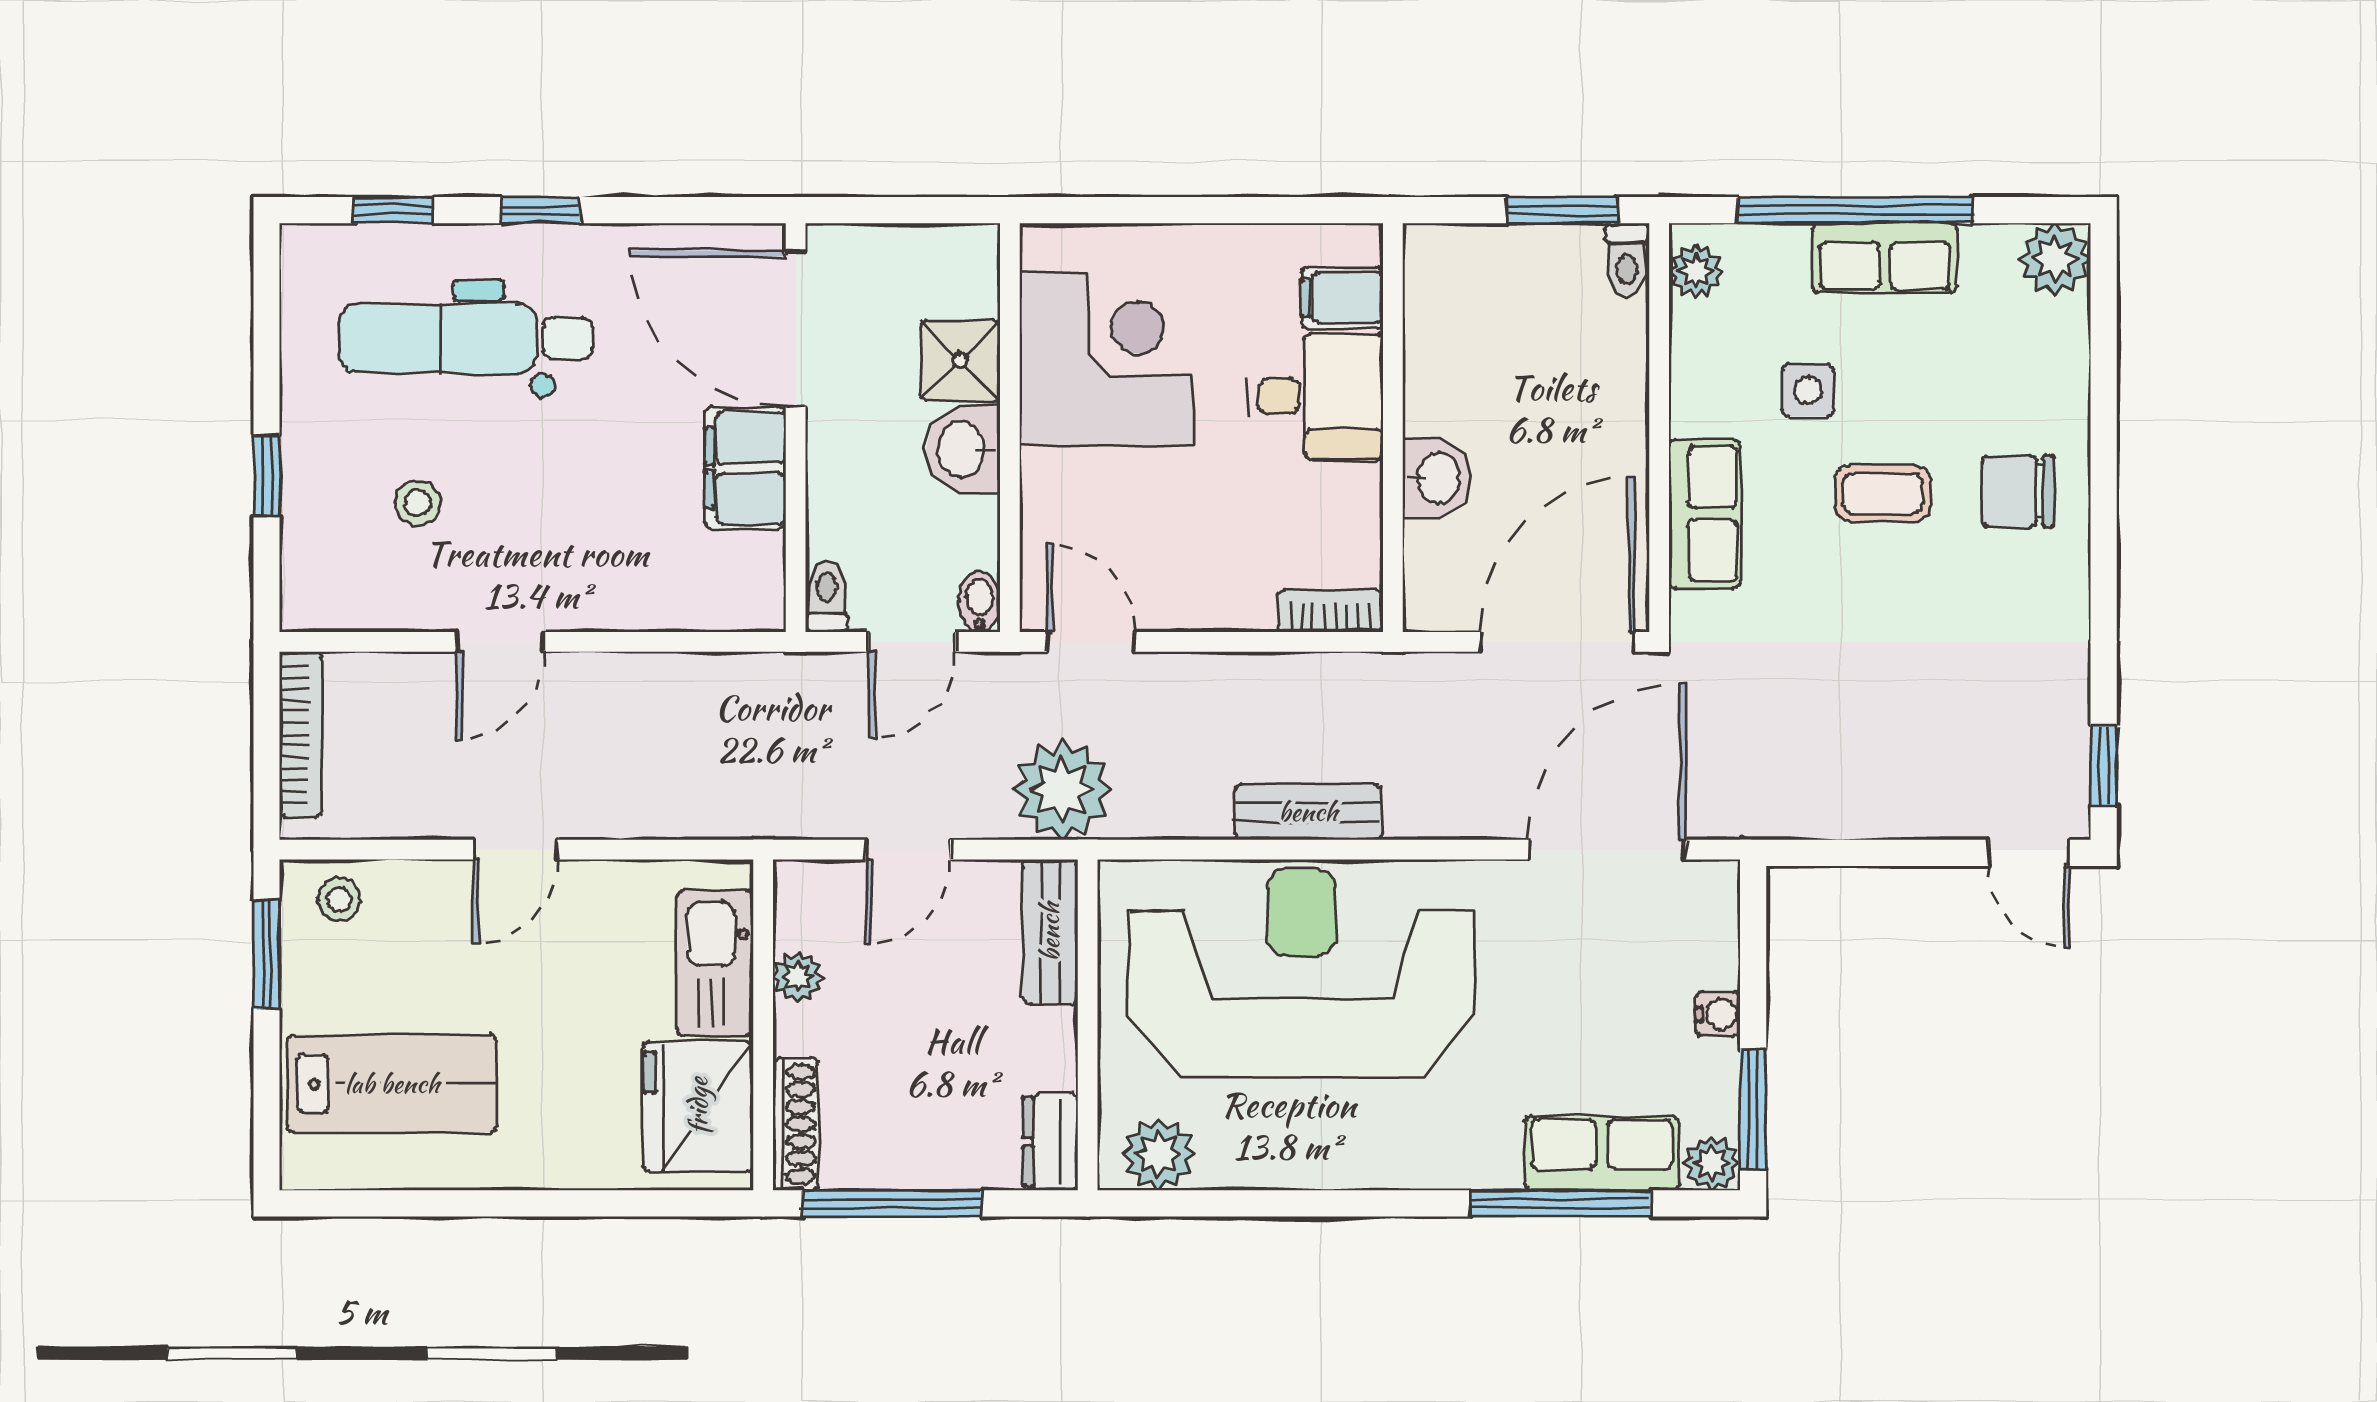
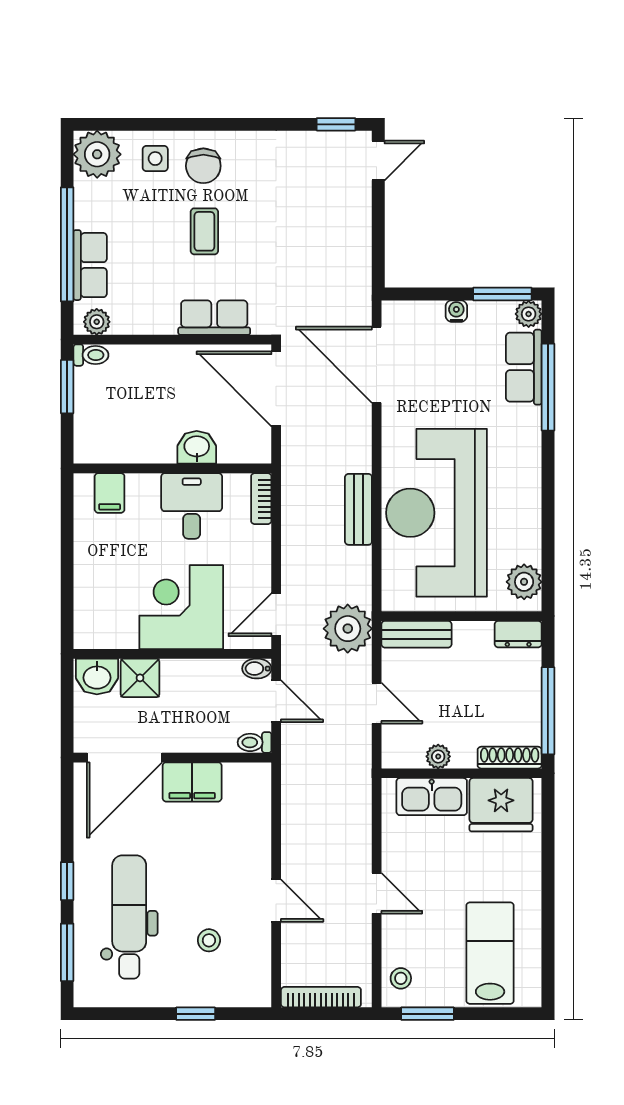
window: (393, 210) -> (67, 952), width x1.50
row of seats: (1885, 258) -> (90, 265), moved
plant: (2055, 259) -> (97, 154), width x1.36, depth x1.36
dental chair: (466, 338) -> (129, 917), turned 180
corner desk: (1106, 359) -> (181, 607), moved
side table: (1808, 390) -> (155, 159), moved
desk: (1315, 397) -> (192, 506), moved
washbasin: (963, 450) -> (97, 676), moved

